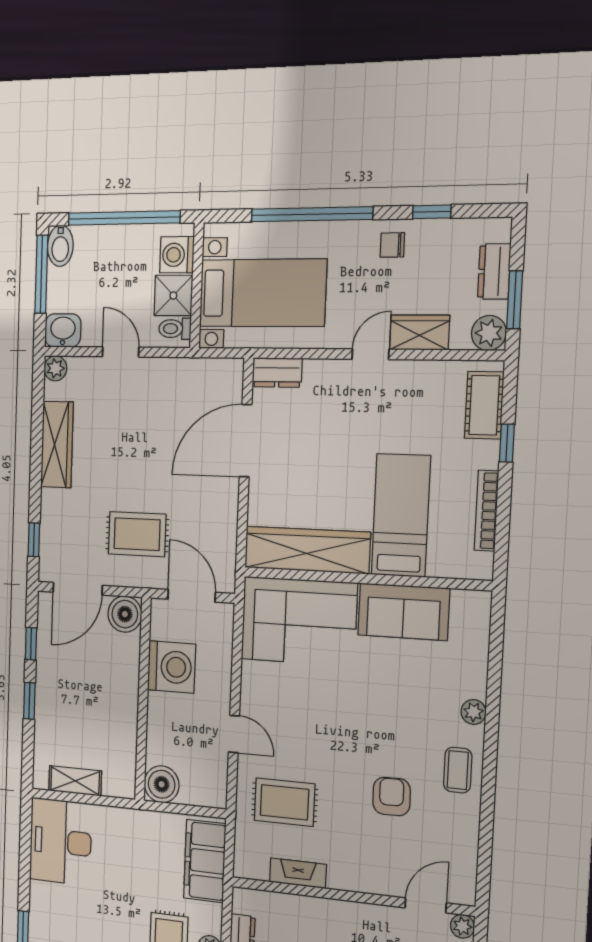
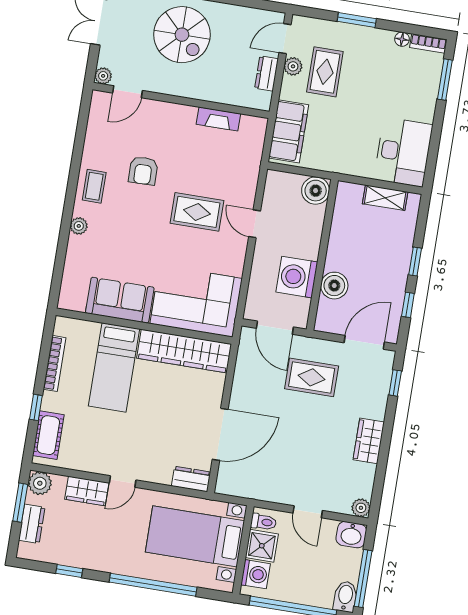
chair: (392, 245) -> (99, 554), removed
wardrobe: (57, 445) -> (369, 441), width x0.67
boiler: (125, 614) -> (334, 286), moved
rug: (284, 802) -> (197, 212), moved

